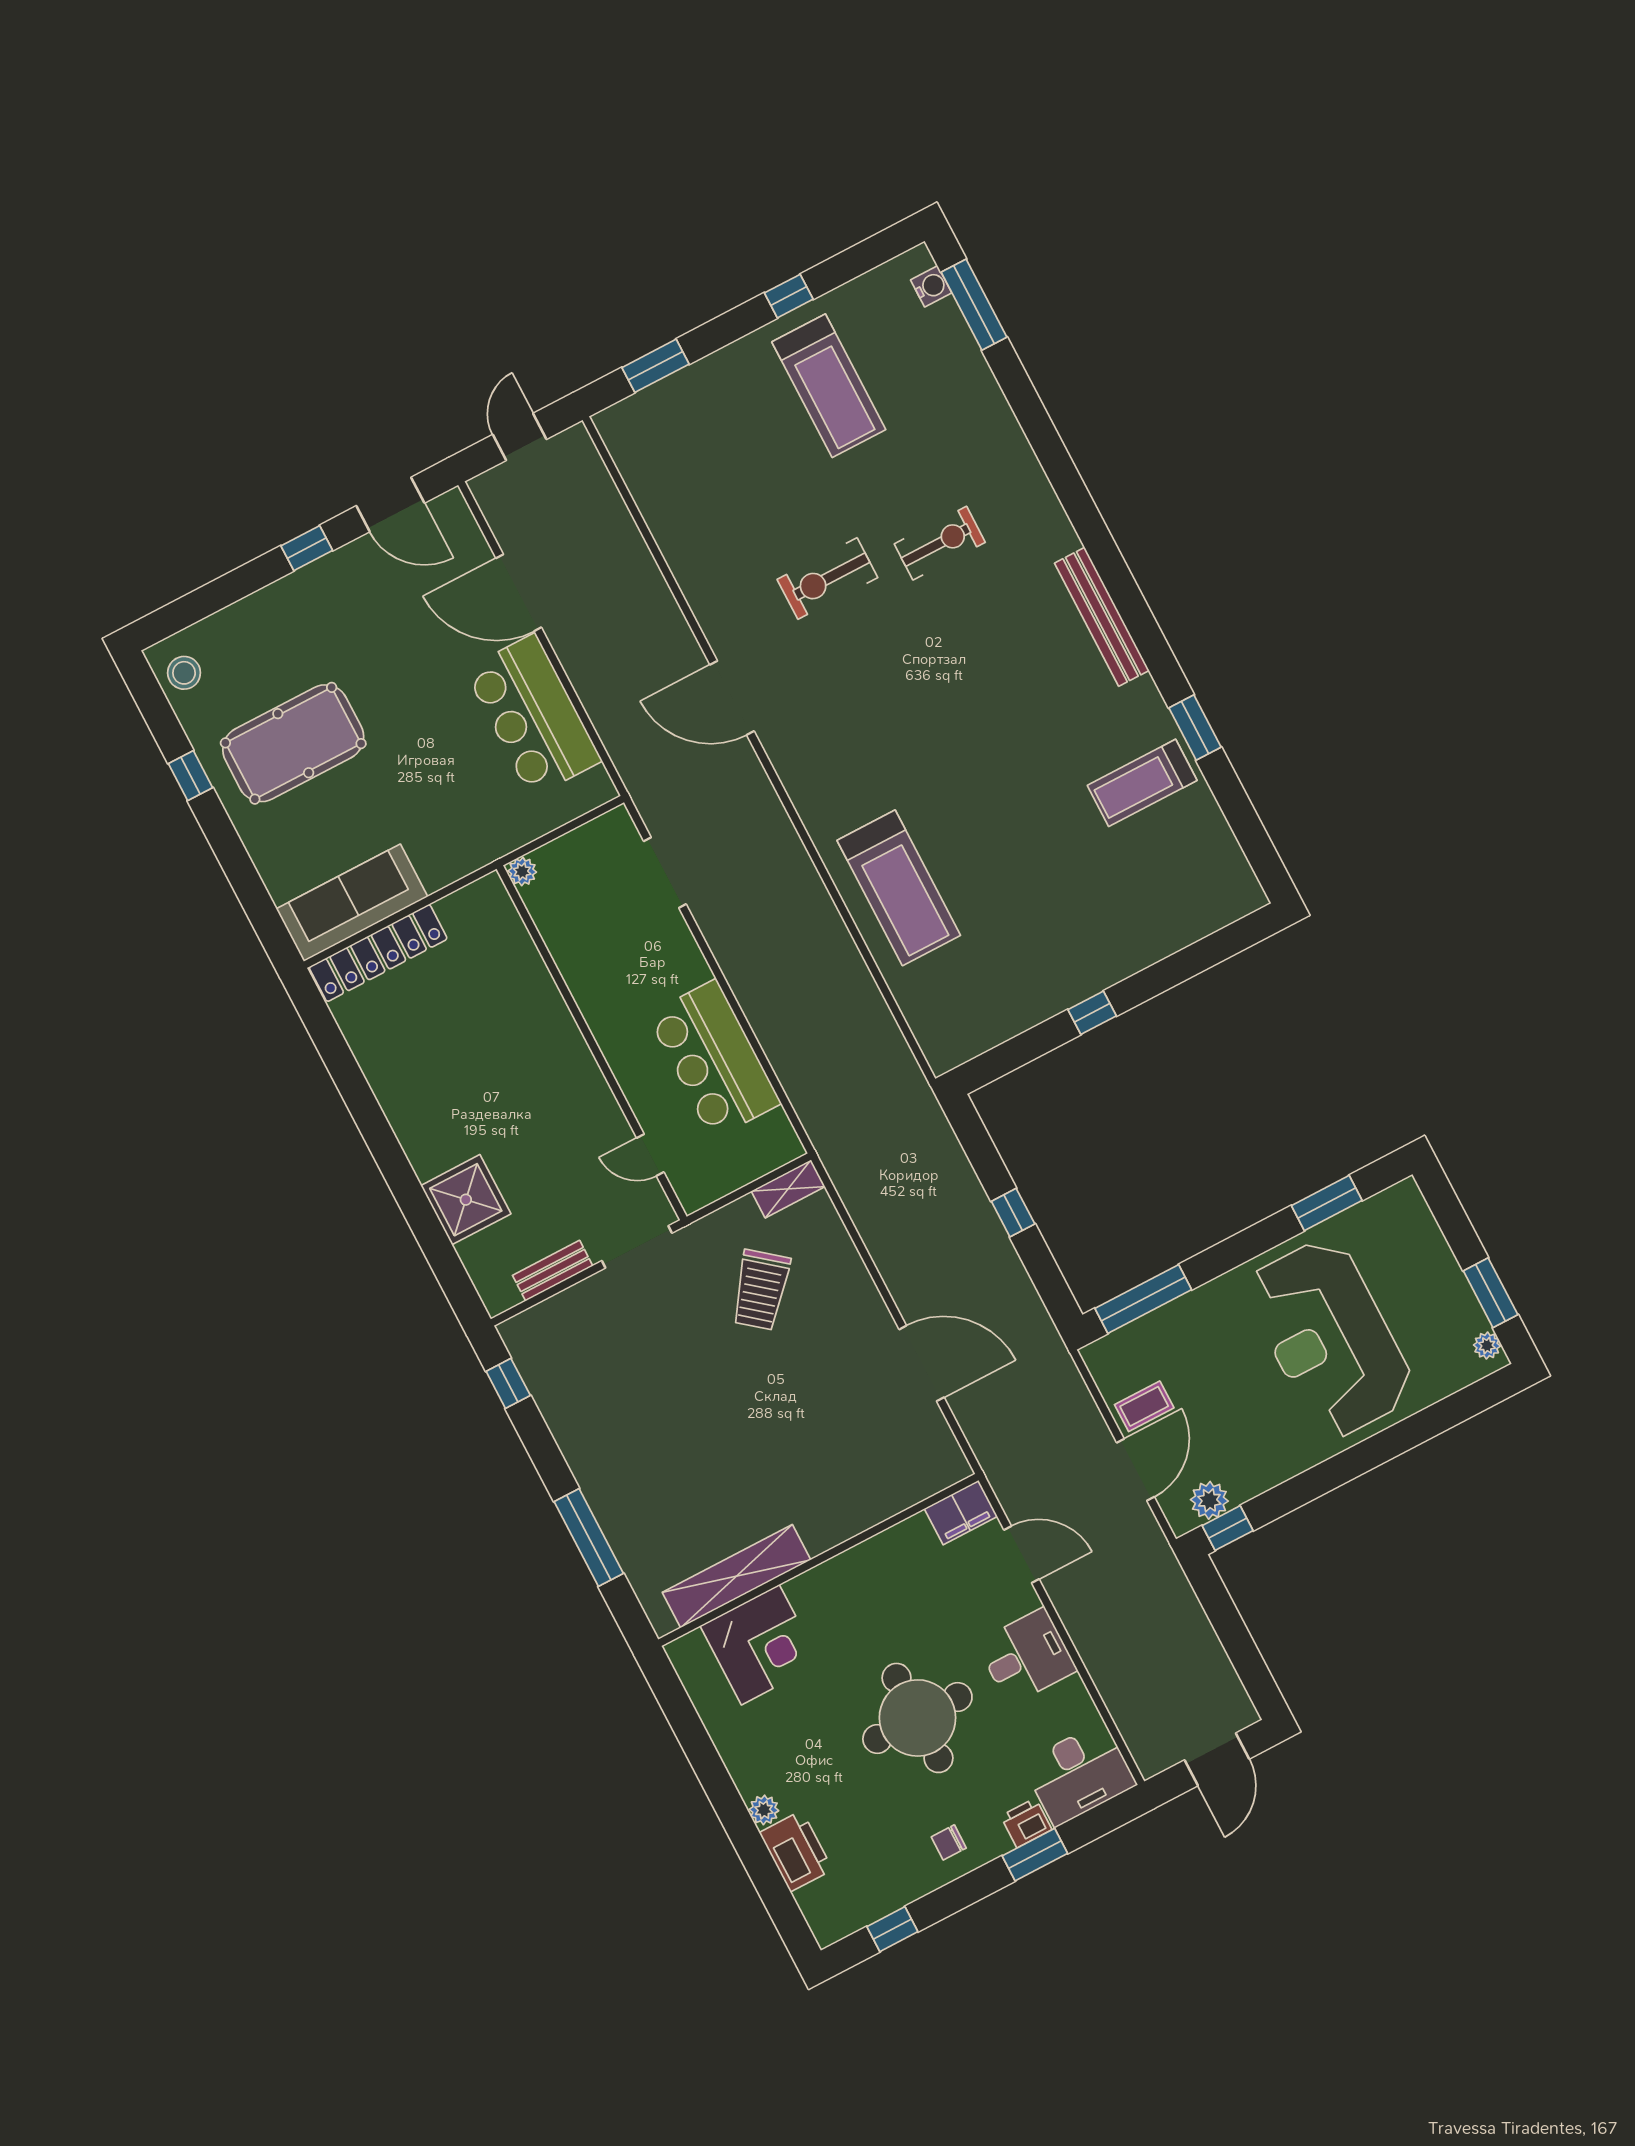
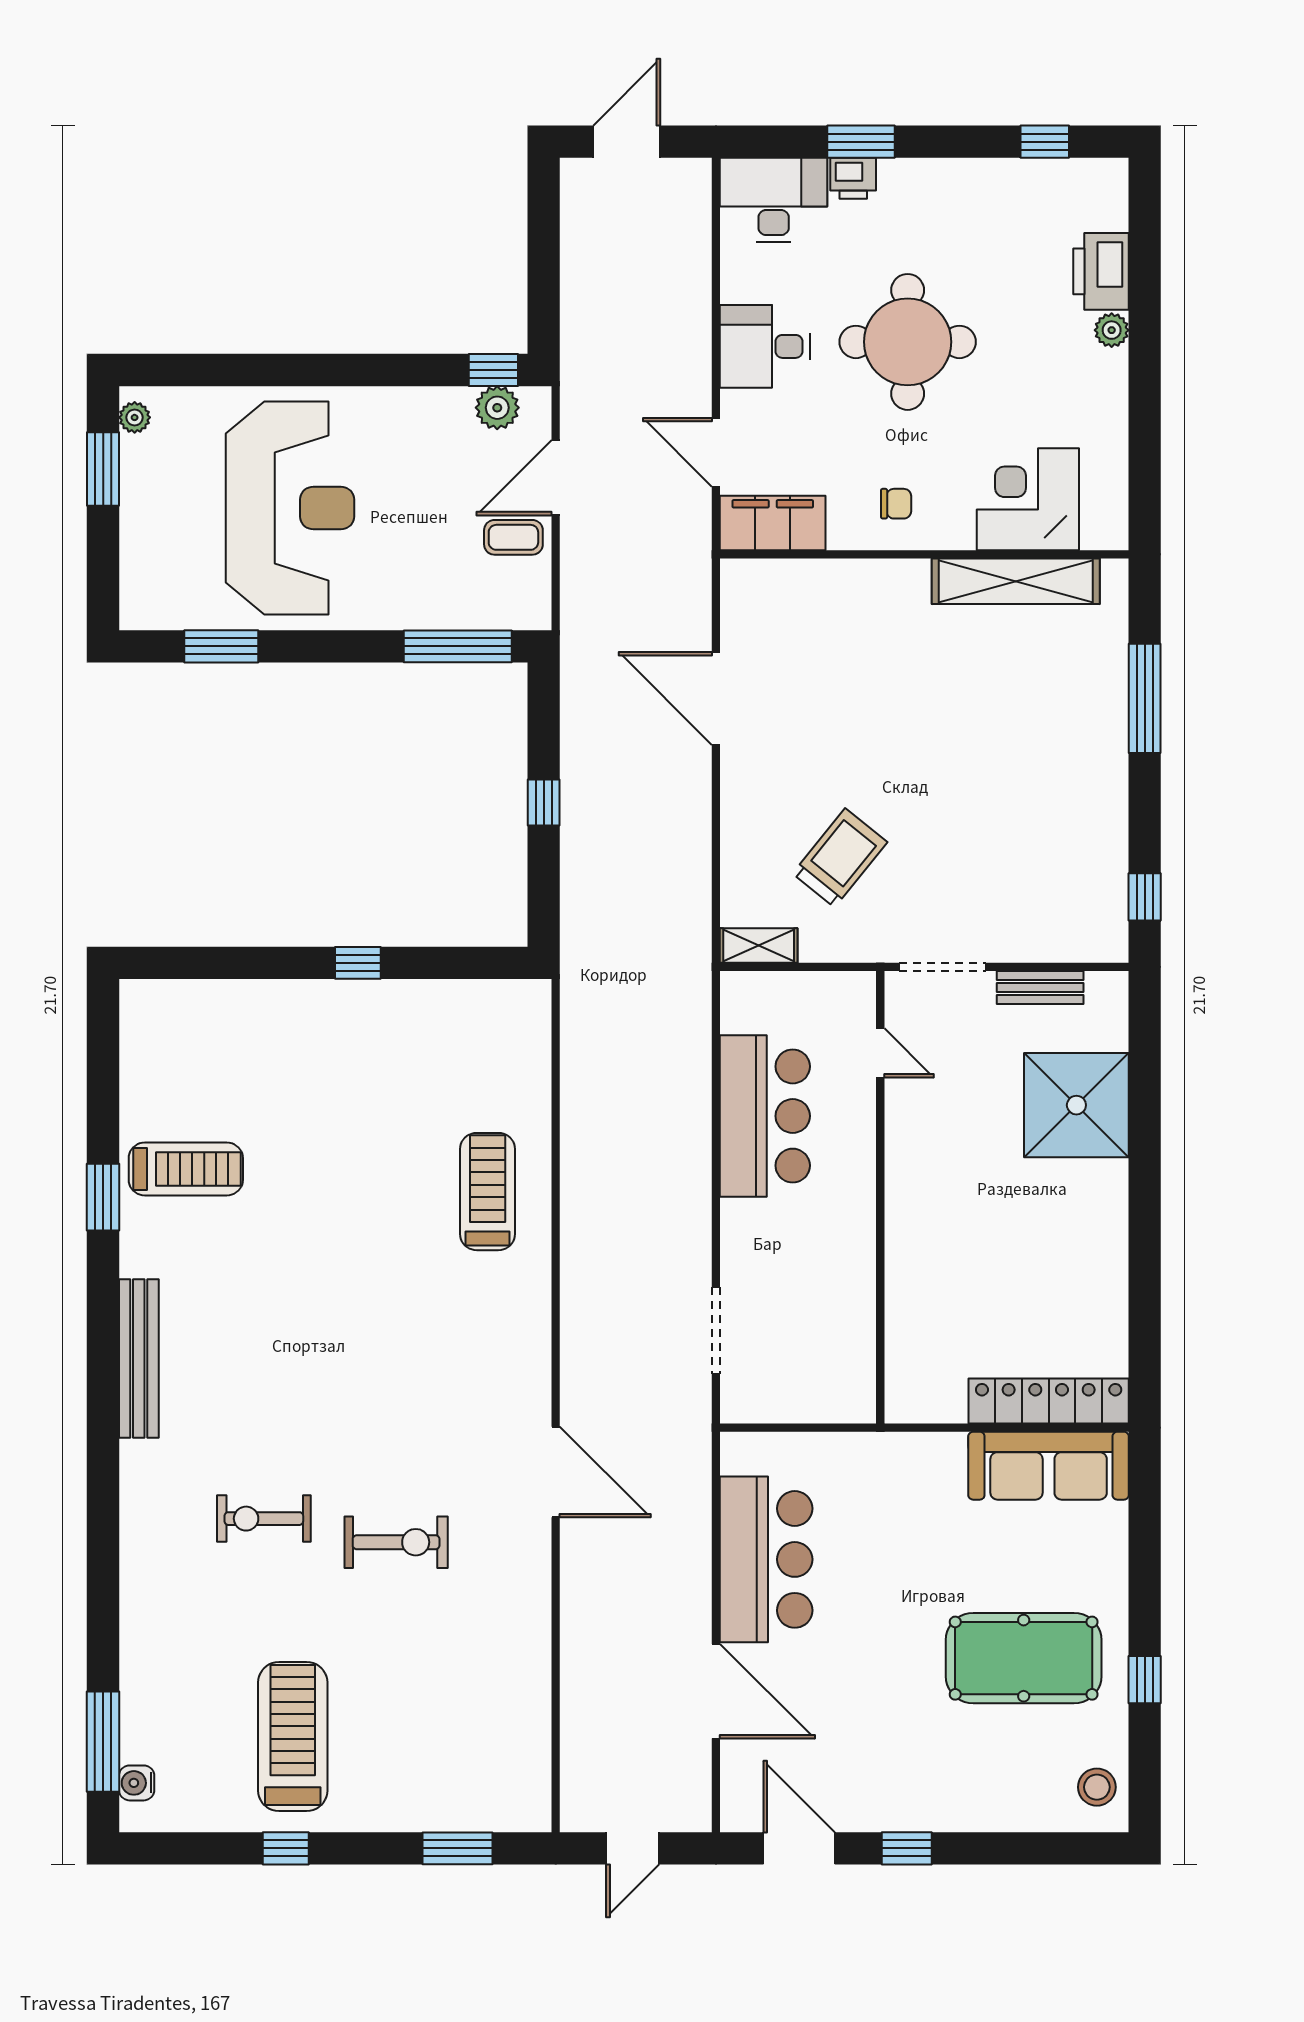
plant: (522, 871) -> (860, 1407), removed
treadmill: (899, 888) -> (488, 1192), width x0.73, depth x0.73
shower: (466, 1200) -> (1076, 1105), width x1.37, depth x1.37
filing cabinet: (961, 1513) -> (773, 523), width x1.50, depth x1.17
chair: (949, 1842) -> (896, 504), moved

